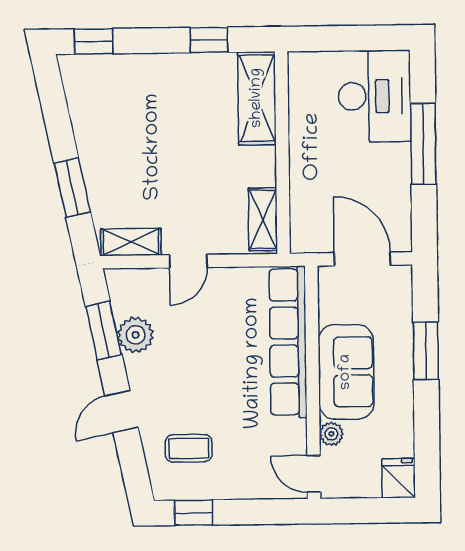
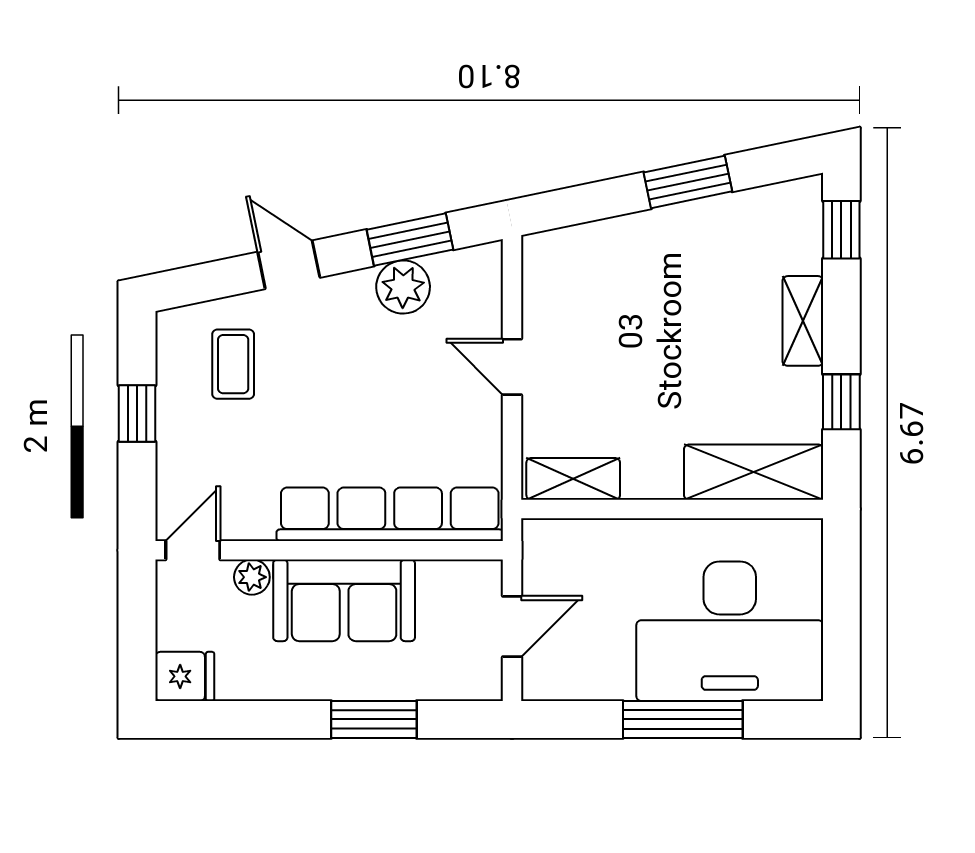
desk: (374, 96) -> (730, 631), width x1.36, depth x1.30
window: (72, 187) -> (688, 182), moved
shelving: (131, 242) -> (803, 321), moved
door: (362, 259) -> (512, 627), width x0.73
window: (194, 513) -> (137, 414), moved

